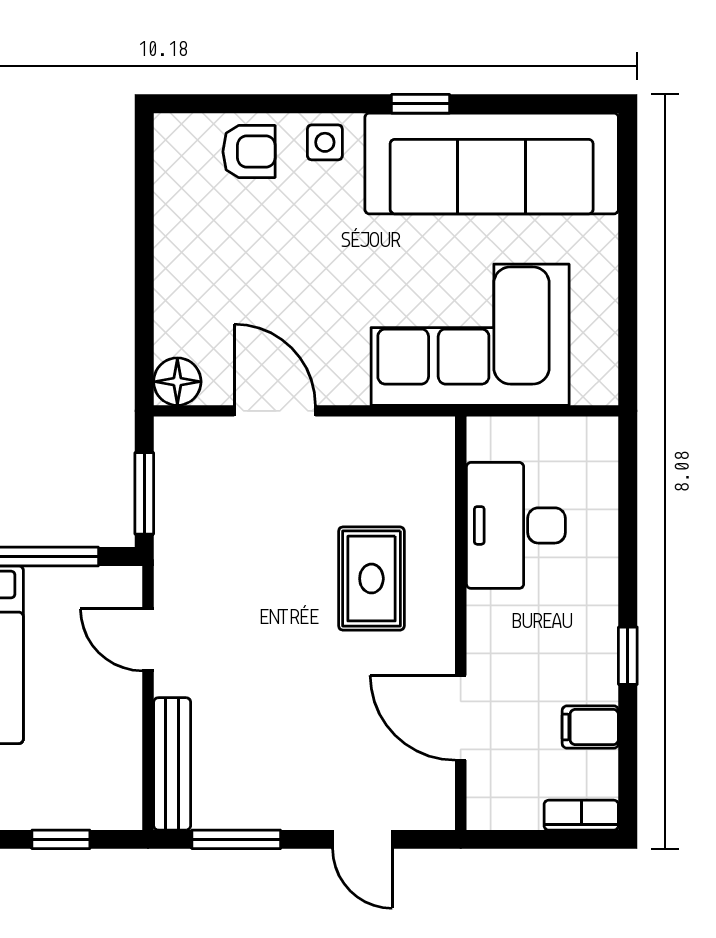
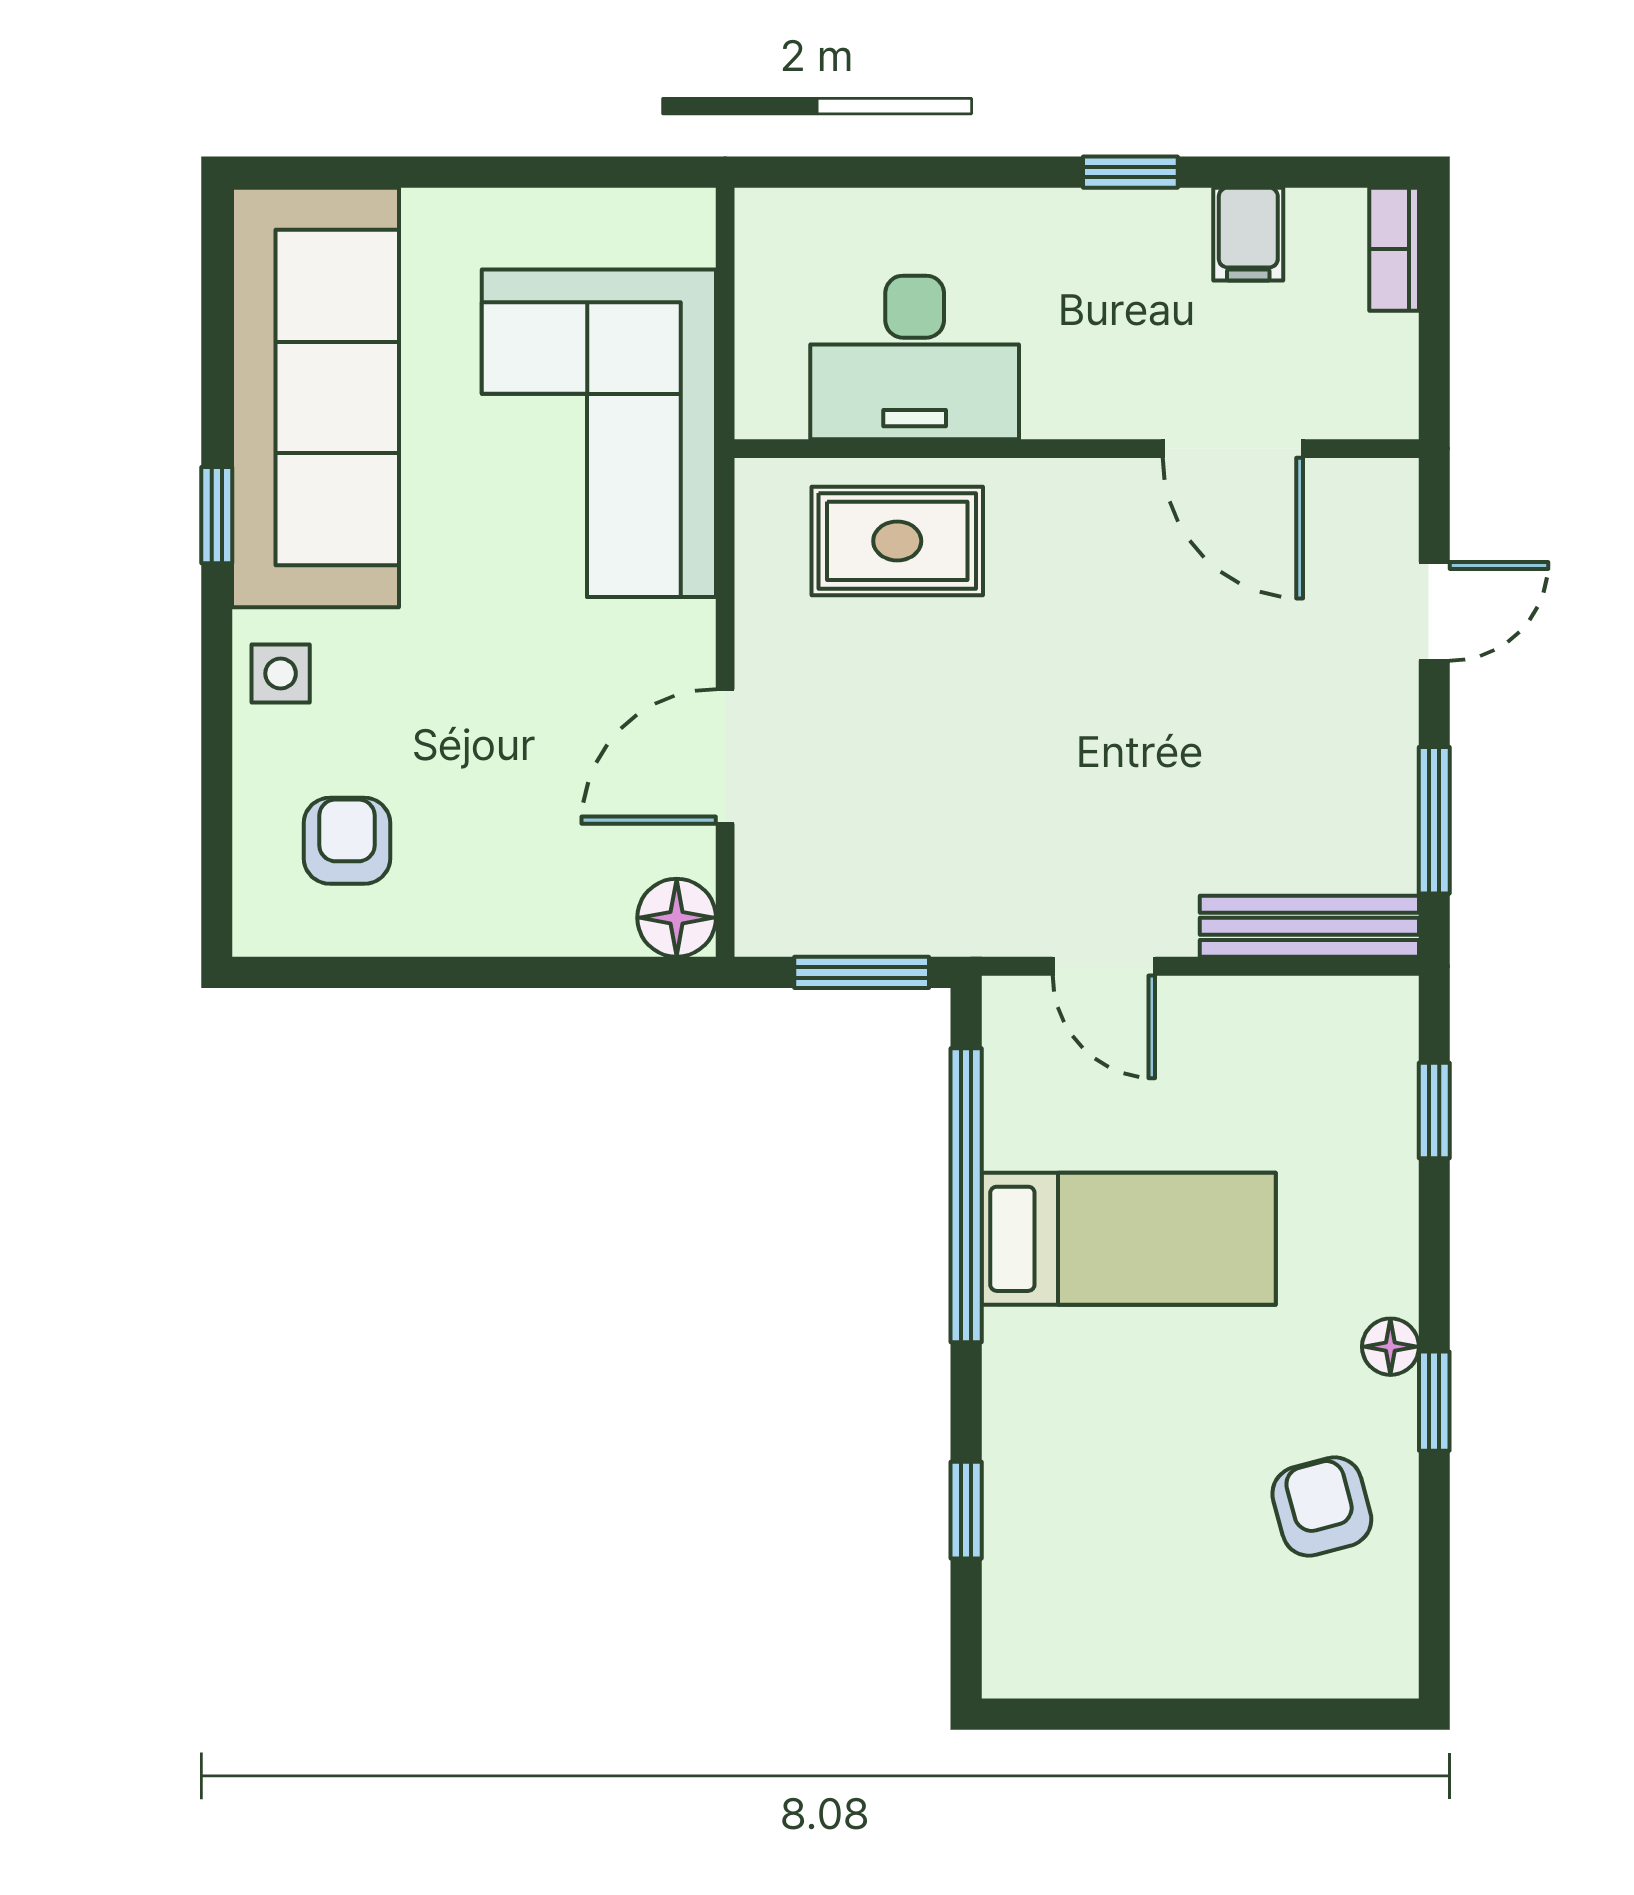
armchair: (249, 152) -> (347, 841), moved
rug: (371, 579) -> (897, 541), moved
door: (148, 640) -> (1104, 966), hinge flipped
door: (461, 718) -> (1233, 449), hinge flipped

